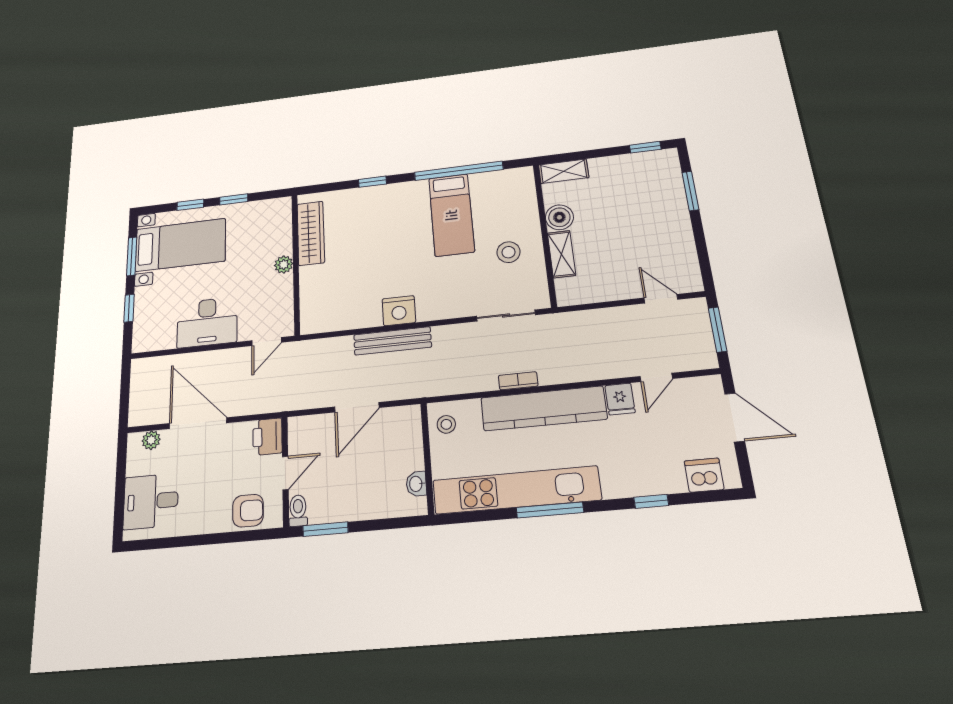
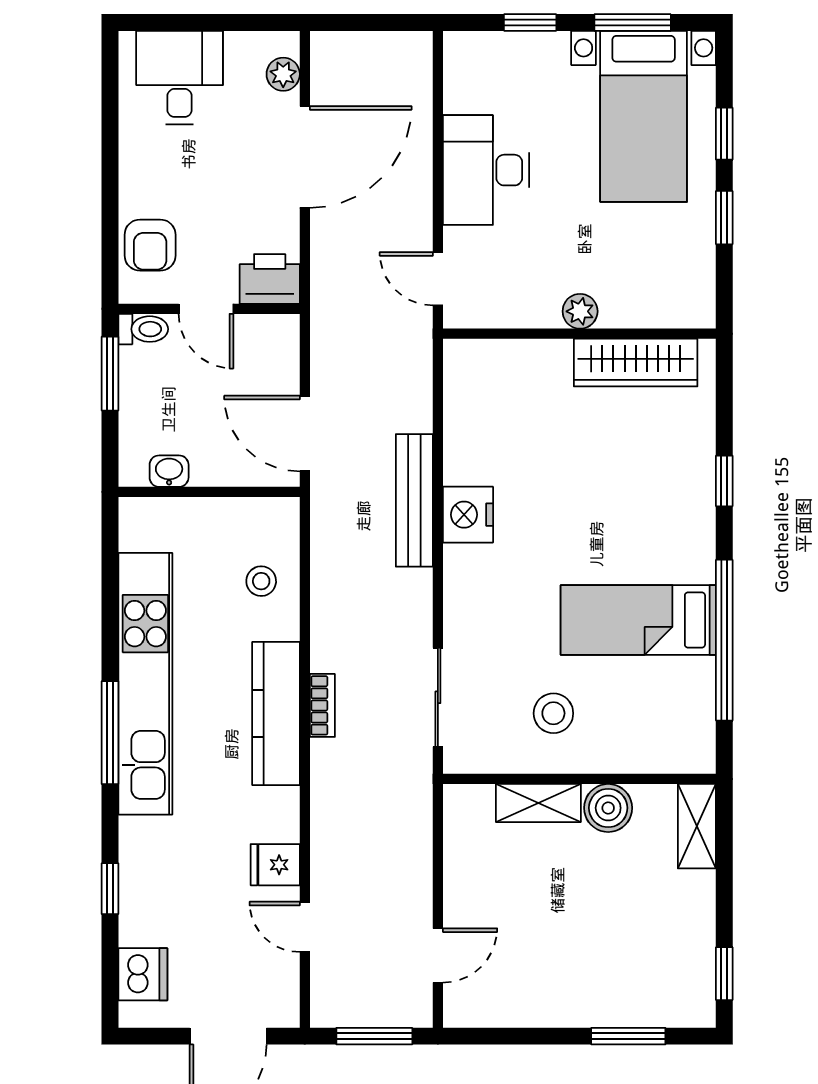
kitchen counter: (543, 408) -> (276, 714), width x0.72, depth x0.86
wall: (427, 458) -> (209, 492), moved
washbasin: (416, 484) -> (169, 471), moved

